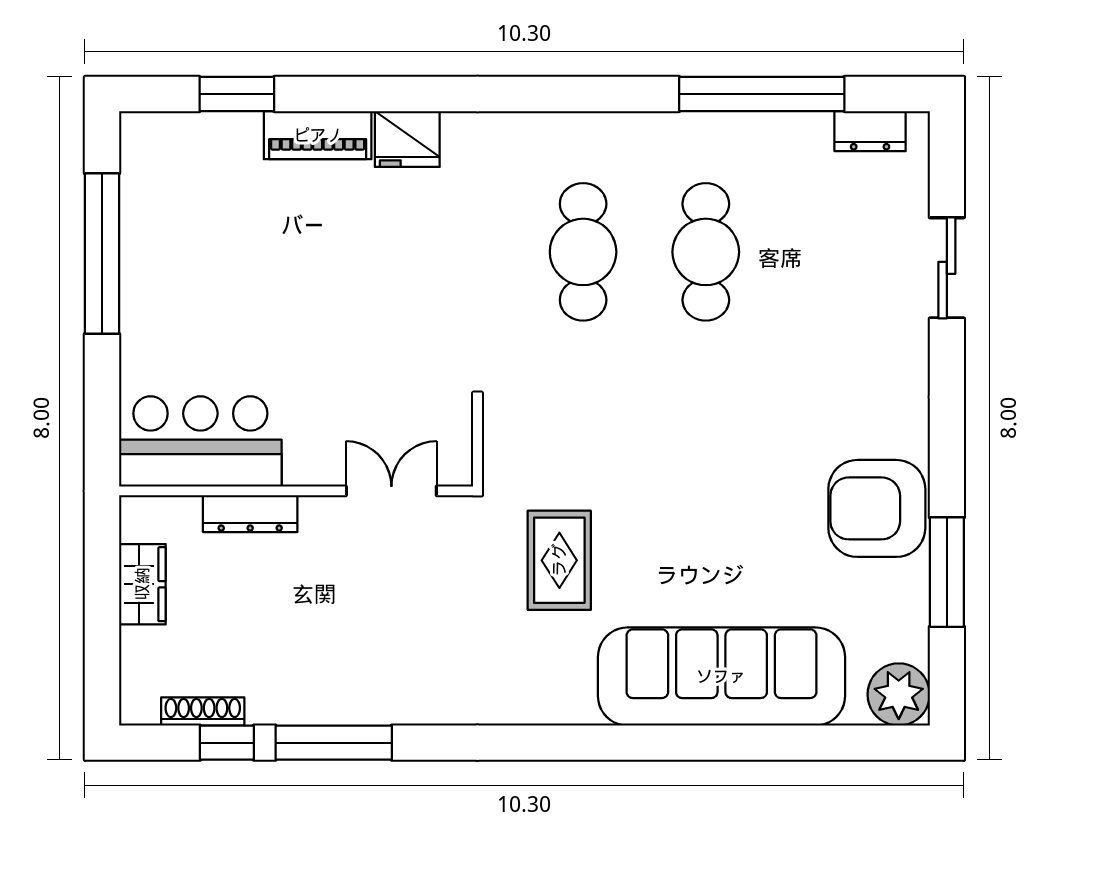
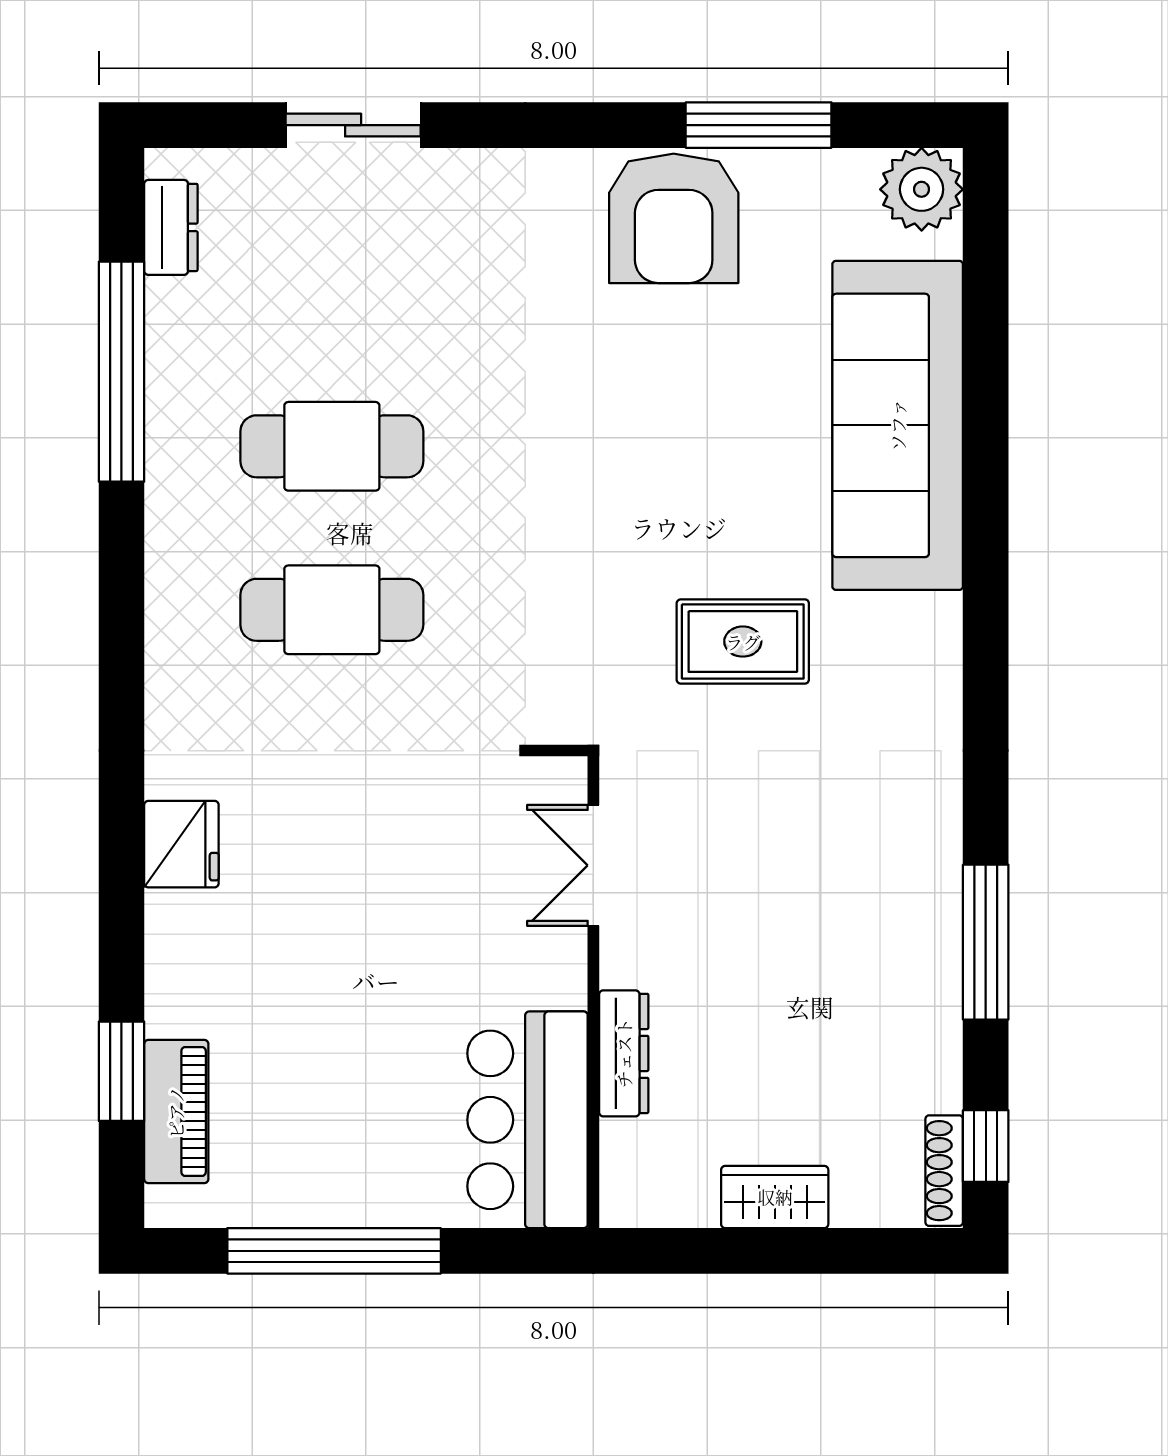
piano: (318, 135) -> (176, 1112), moved
bar counter: (200, 441) -> (528, 1120), moved
wall: (296, 491) -> (593, 992), moved
double door: (391, 491) -> (593, 865), moved
dresser: (250, 514) -> (624, 1053), moved
shoe rack: (203, 711) -> (944, 1171), moved
window: (227, 743) -> (986, 1146), moved

